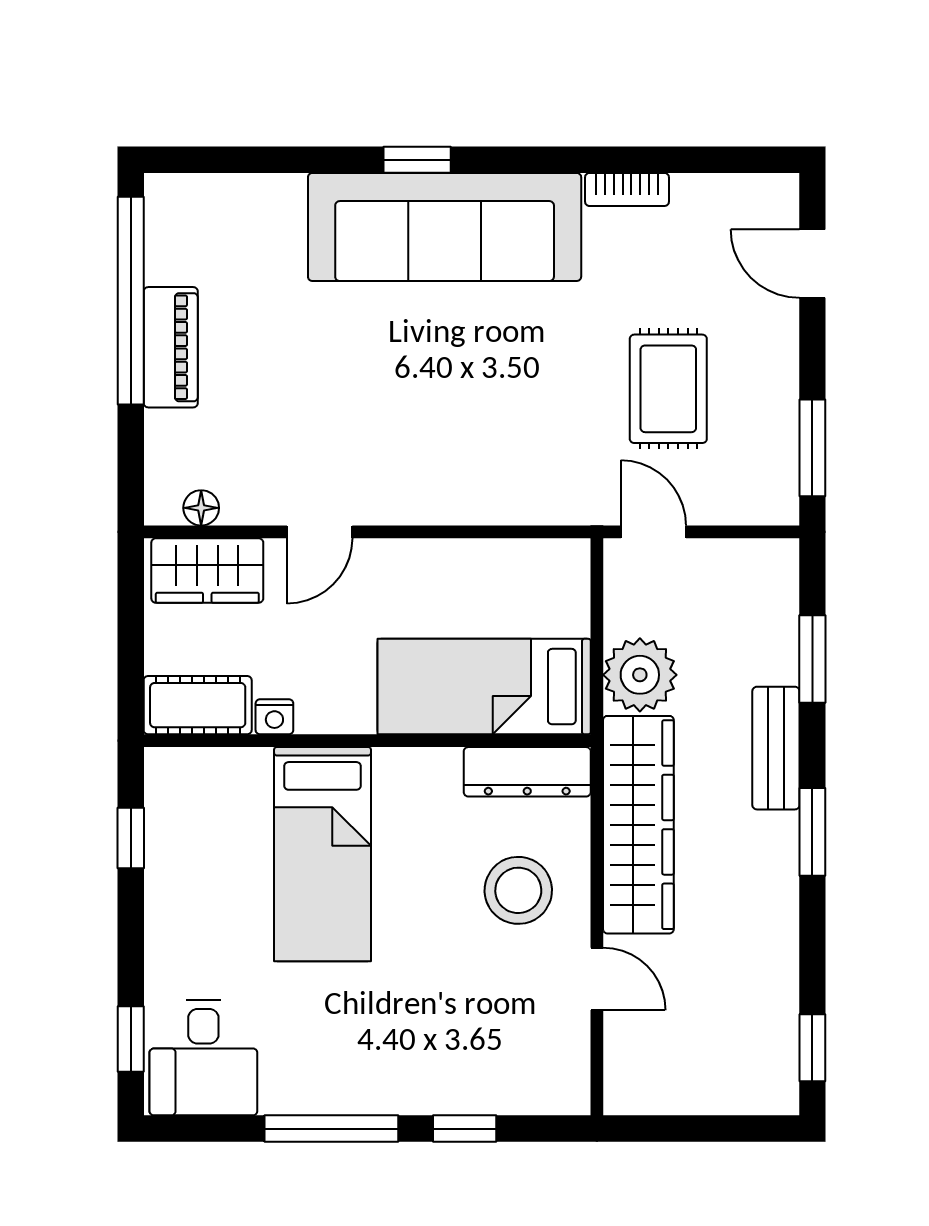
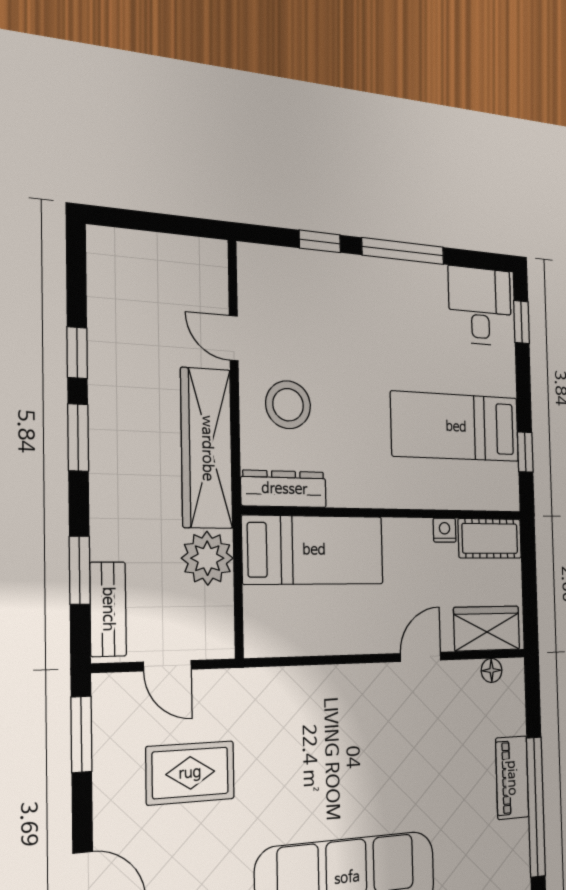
rug: (668, 389) -> (190, 773), turned 90
door: (654, 532) -> (168, 666), moved
bench: (776, 748) -> (108, 609), moved
bed: (322, 854) -> (456, 427), moved, turned -90
window: (812, 1048) -> (77, 353), moved

